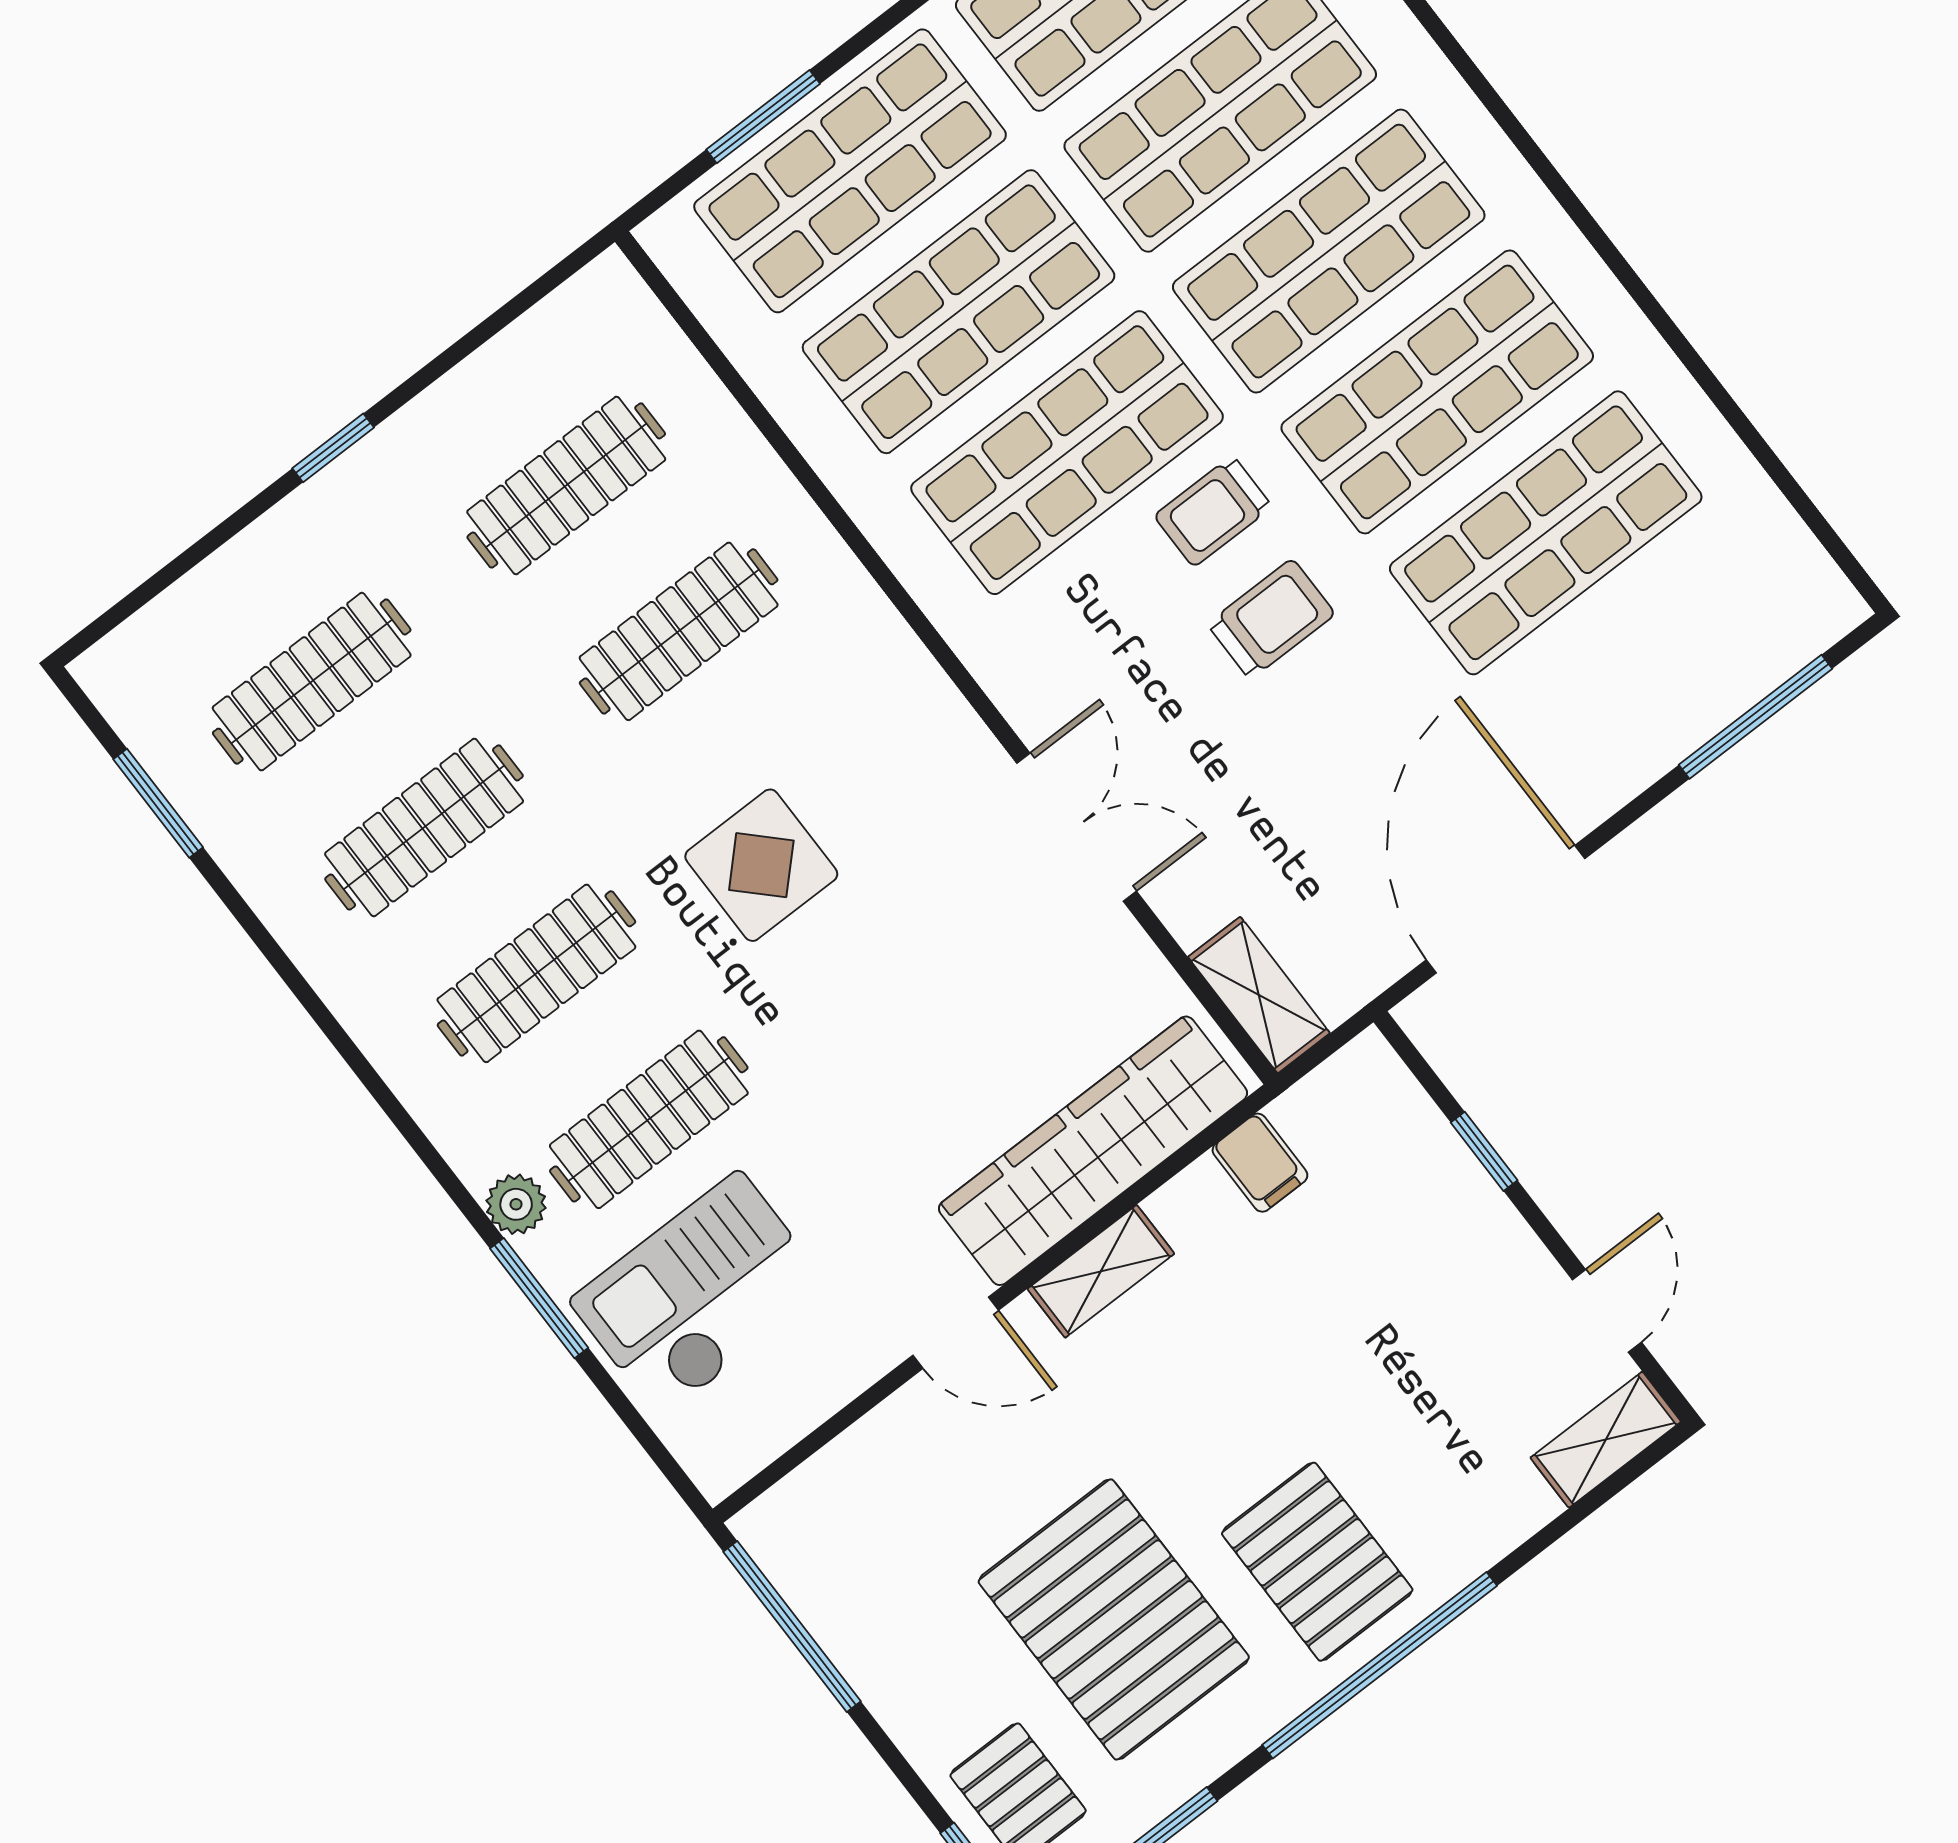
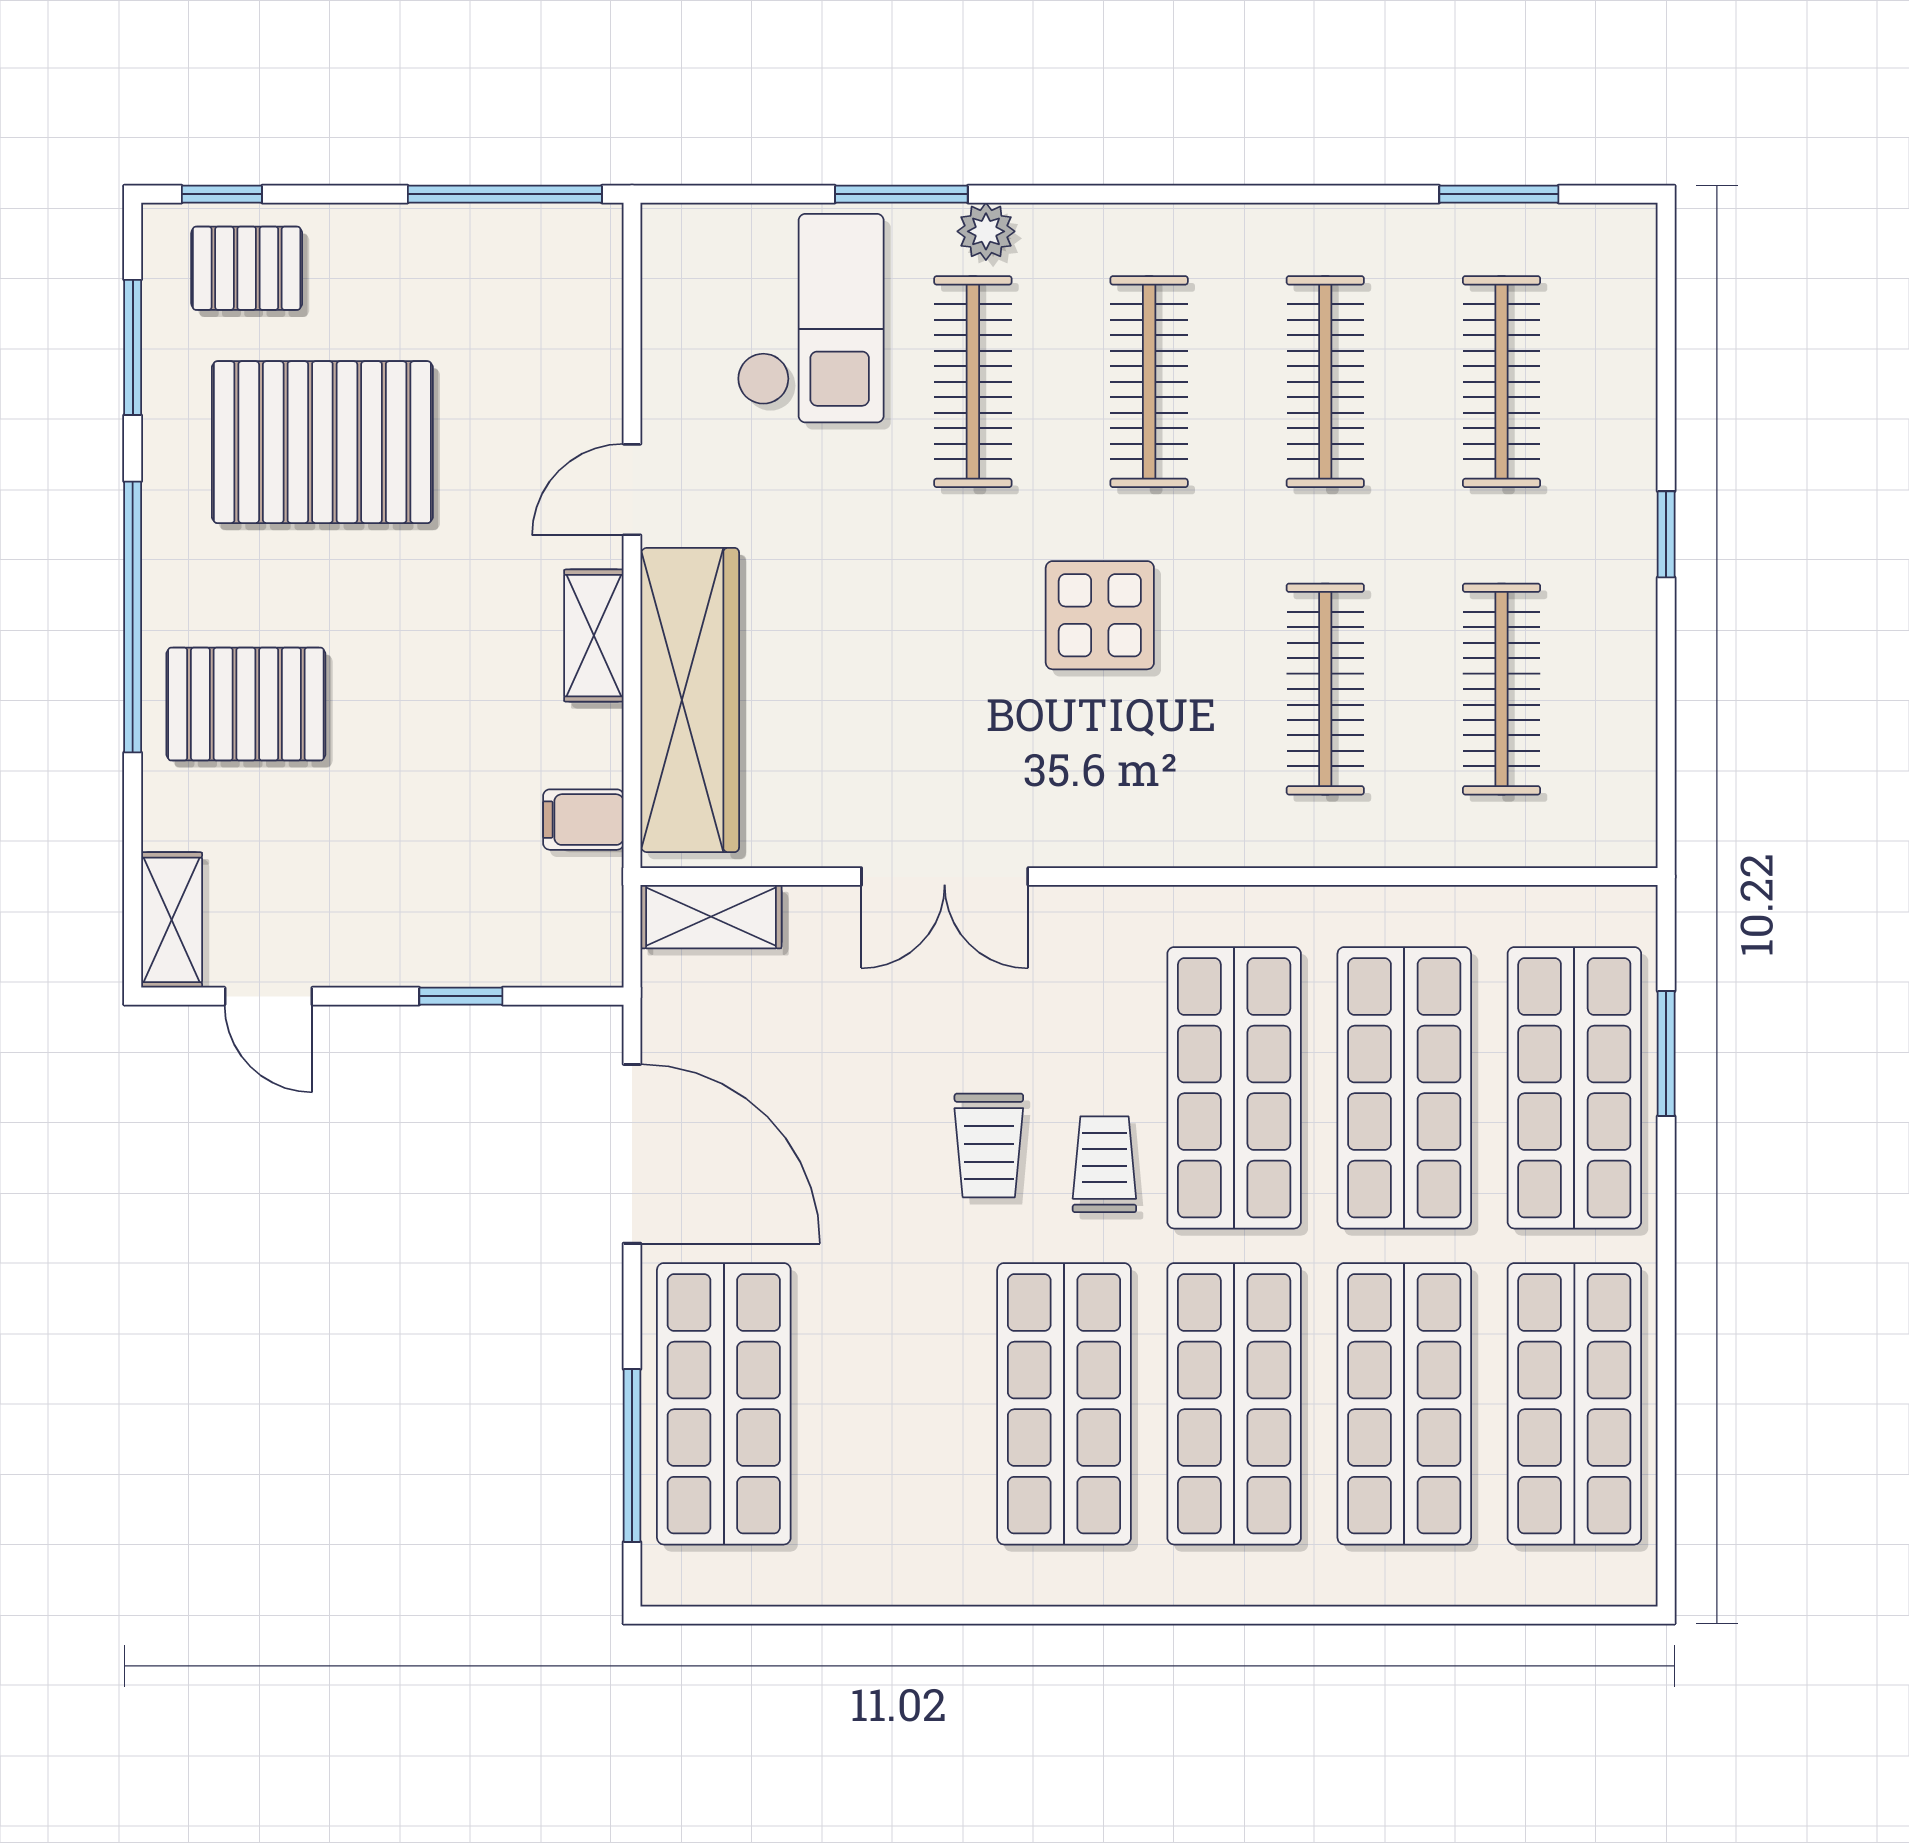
shop shelf: (1546, 533) -> (724, 1404), moved
pallet: (1317, 1562) -> (246, 704), moved

